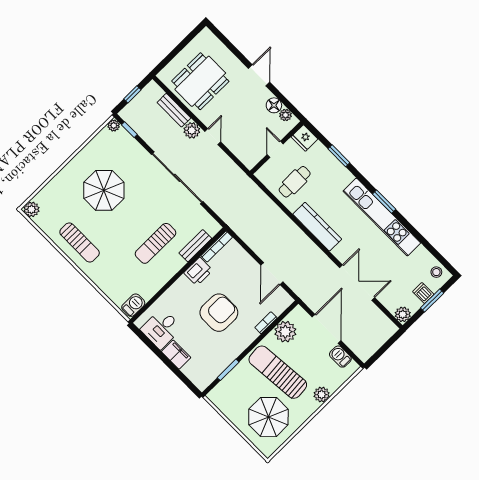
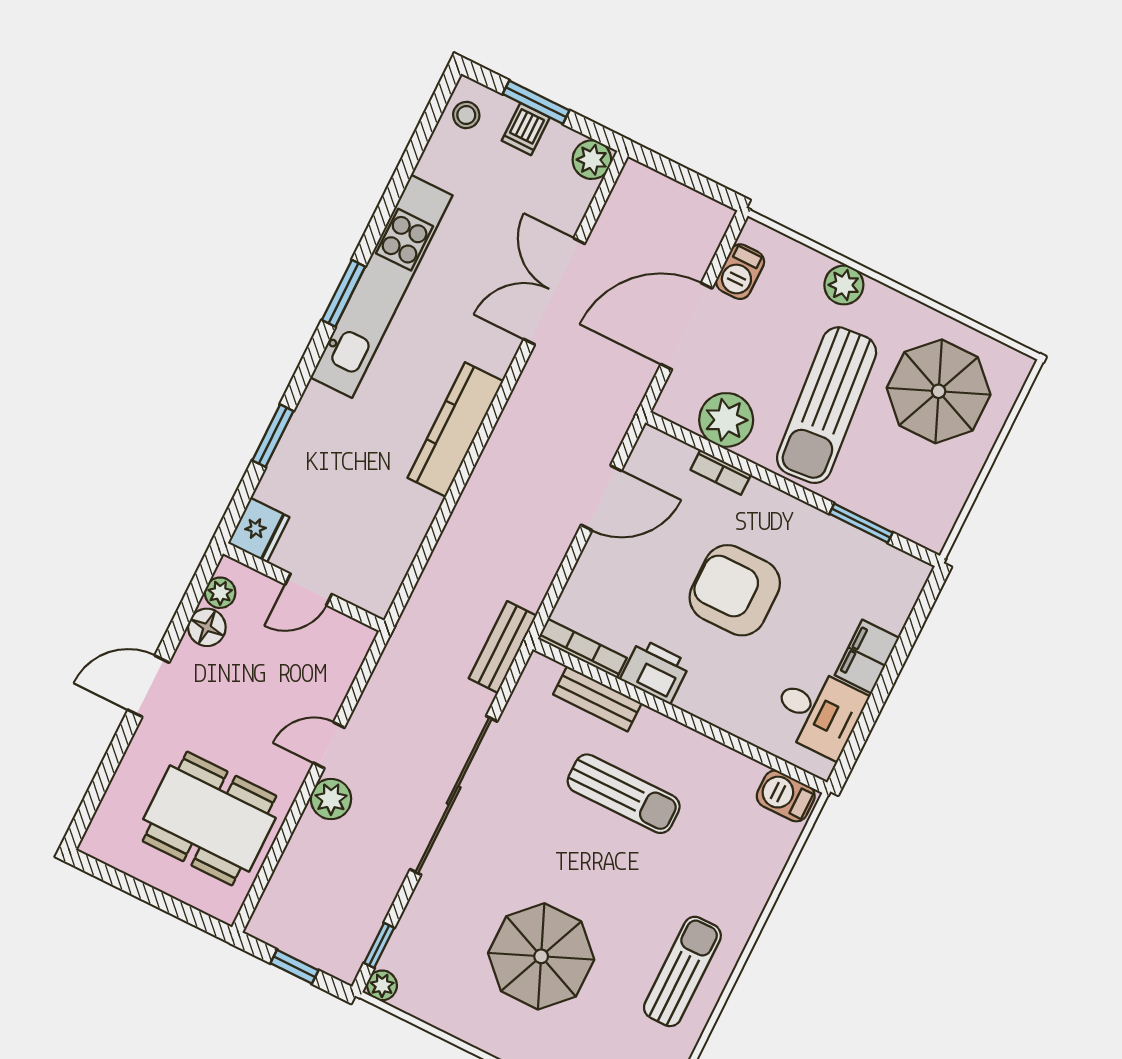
bench: (174, 110) -> (503, 647), moved
cafe table: (295, 182) -> (369, 518), removed

